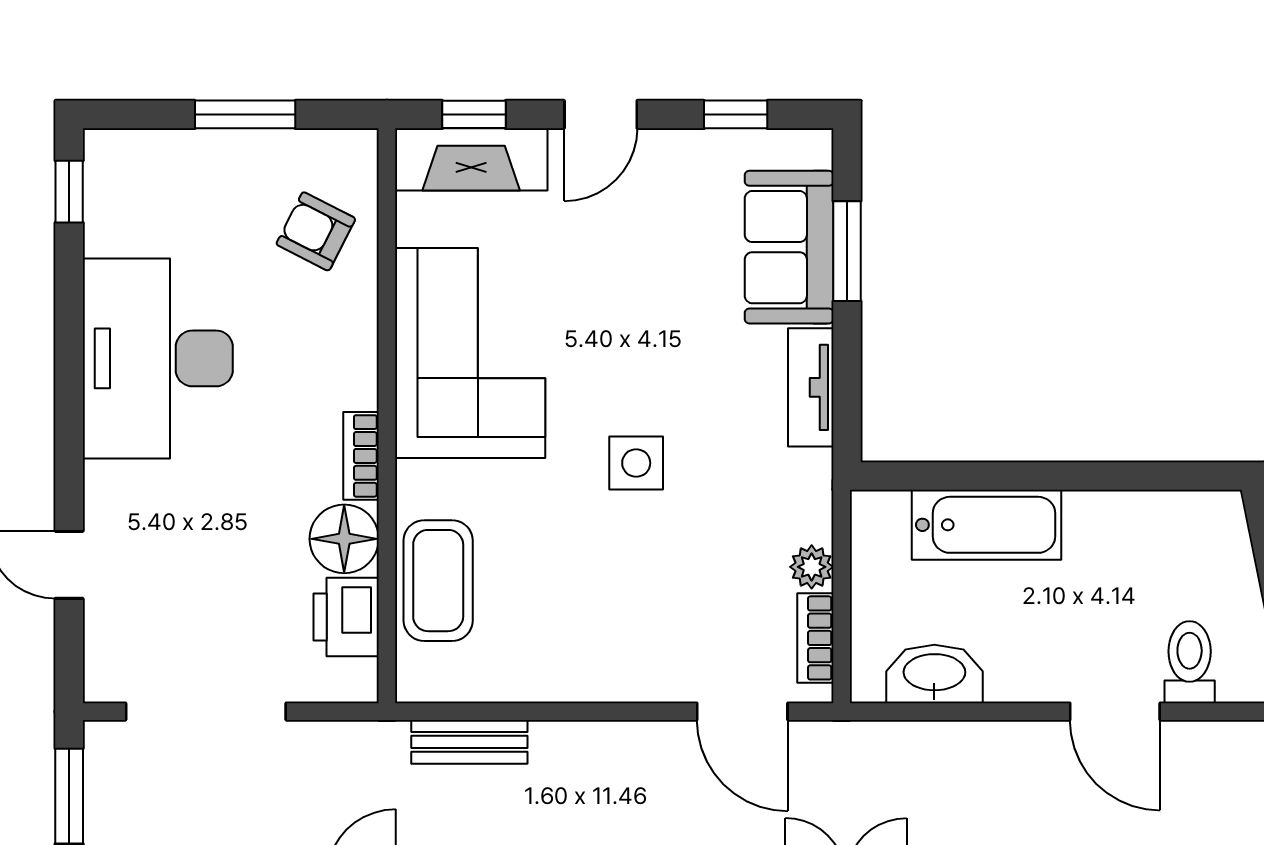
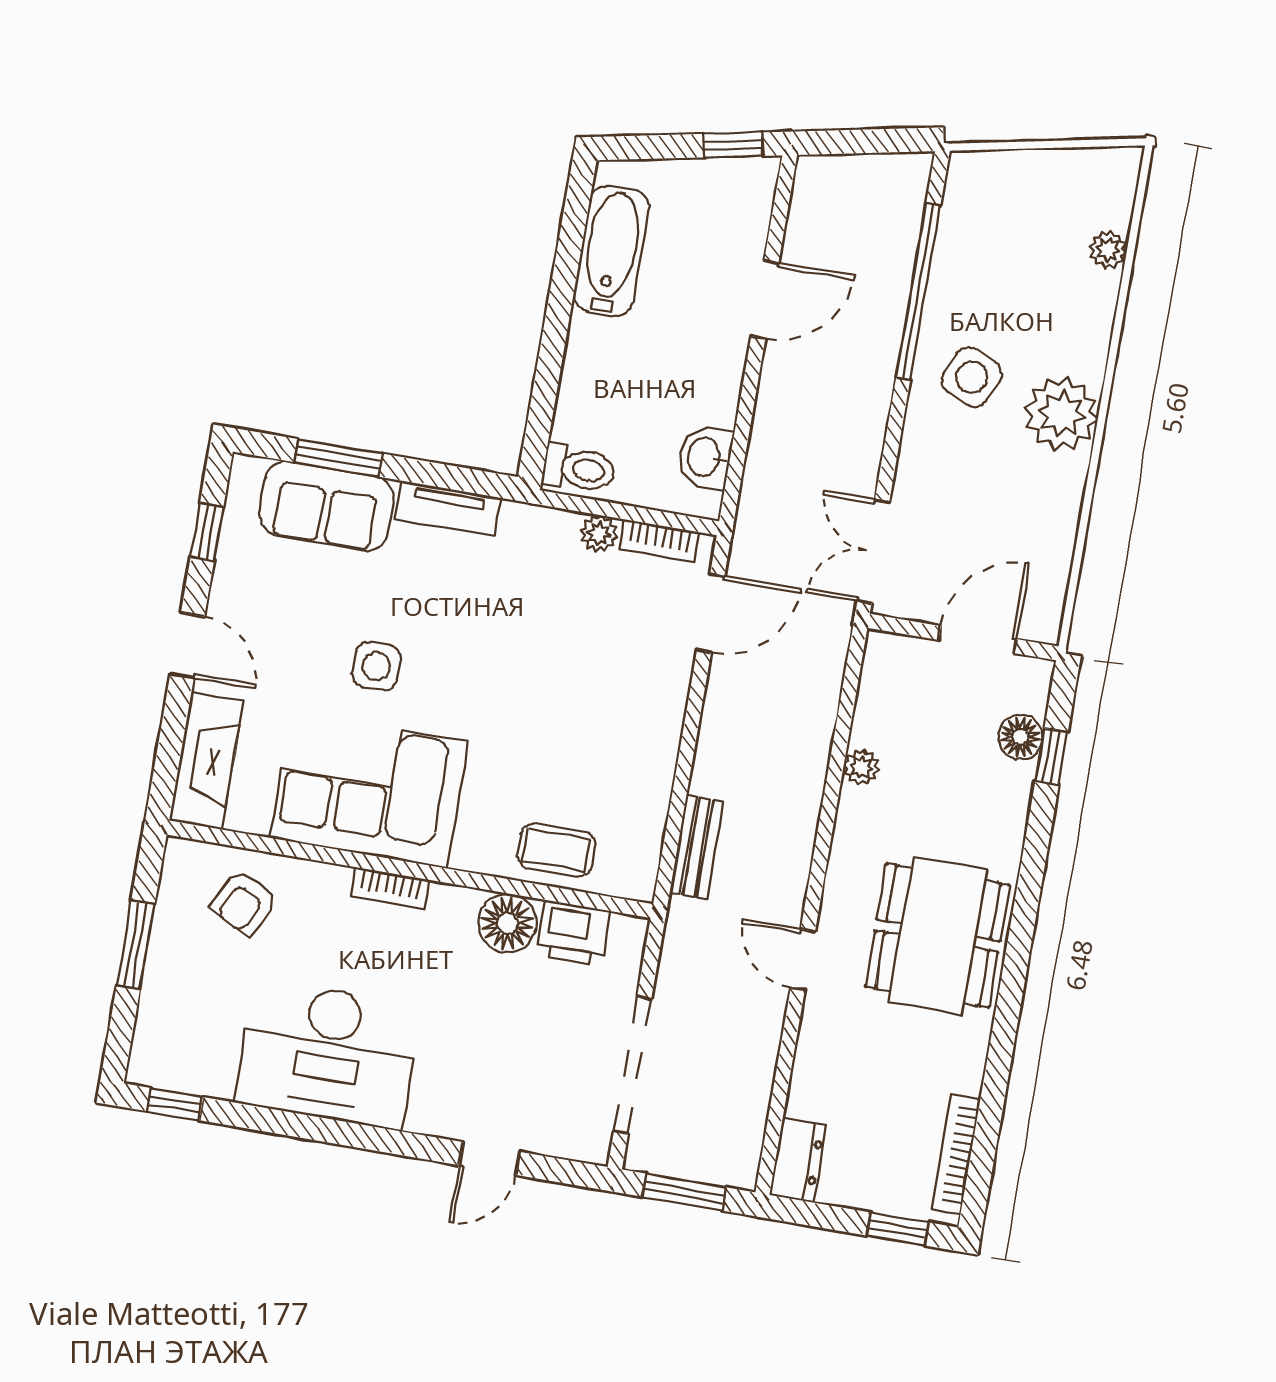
window: (474, 114) -> (169, 752), removed
bookcase: (361, 456) -> (390, 888), moved
side table: (636, 463) -> (376, 666), moved
bathtub: (987, 525) -> (611, 251), moved
coffee table: (438, 581) -> (556, 850), width x0.73, depth x0.77
toilet: (1190, 662) -> (579, 469), moved, turned 180
washbasin: (934, 674) -> (705, 457), width x0.72

